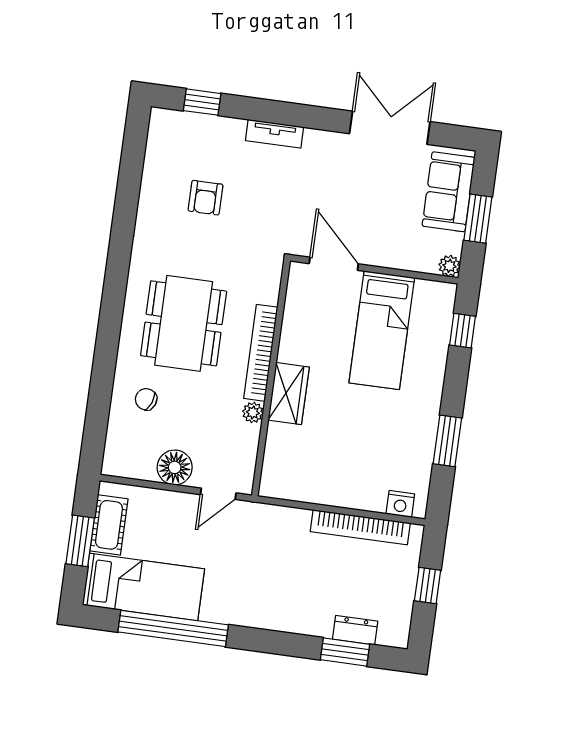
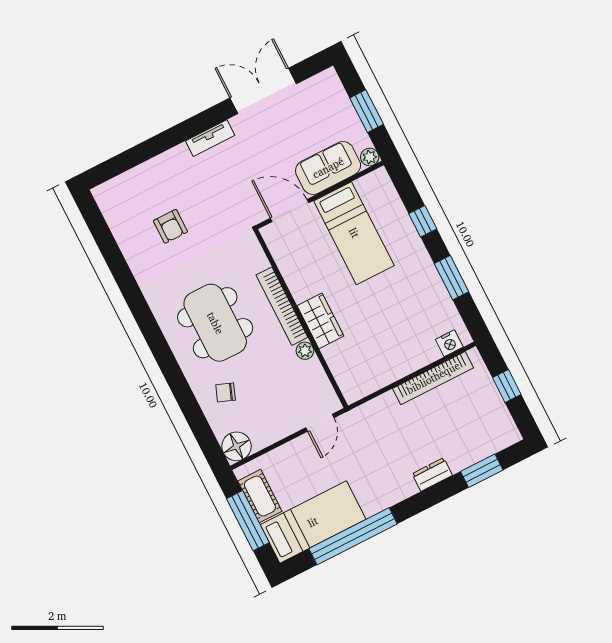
window: (202, 102) -> (123, 163), removed
tv unit: (274, 134) -> (210, 138), moved
sofa: (449, 192) -> (328, 168), moved, turned 90
window: (462, 331) -> (423, 221), moved
floor lamp: (175, 467) -> (236, 446), moved
window: (80, 541) -> (248, 521), width x1.44
dresser: (355, 630) -> (432, 475), moved

